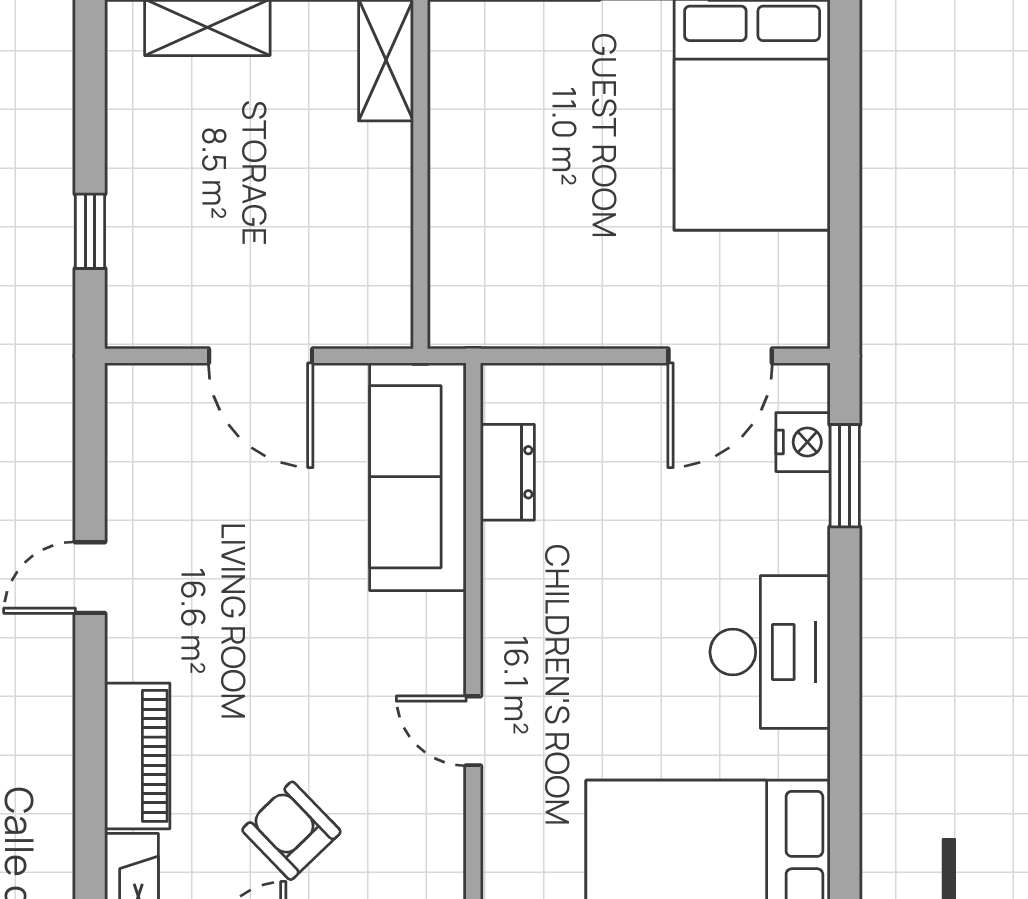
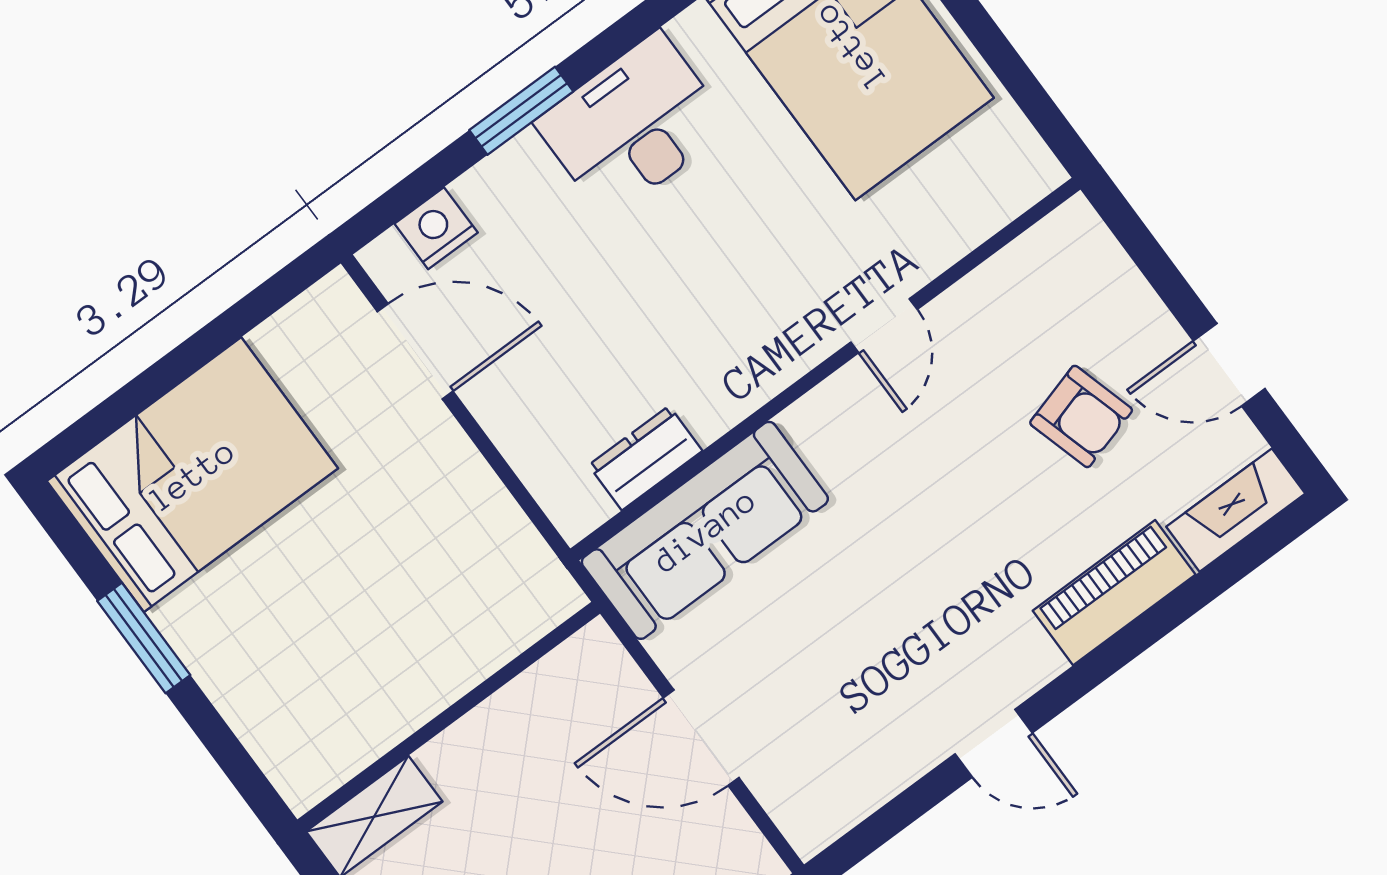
door: (261, 356) -> (701, 738), swing flipped
window: (845, 476) -> (521, 111), moved
armchair: (291, 831) -> (1081, 416), turned -62

